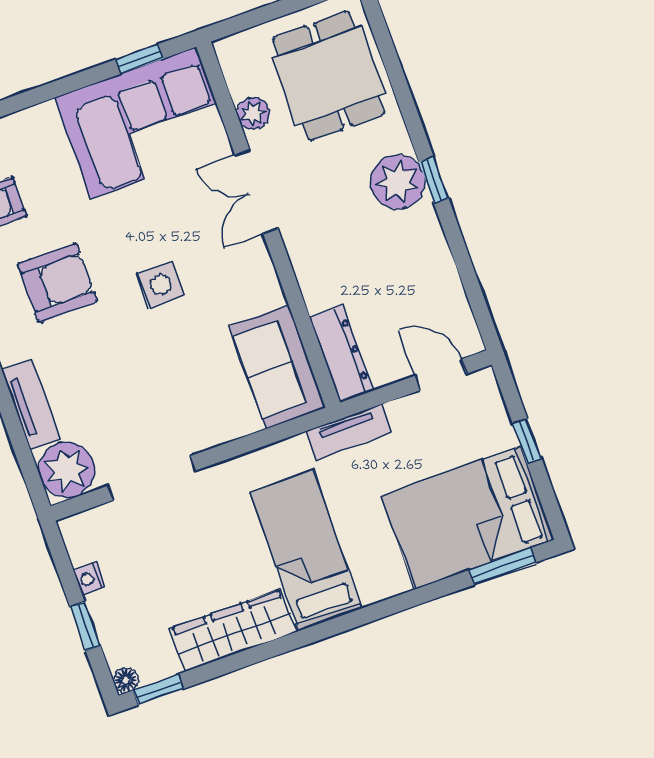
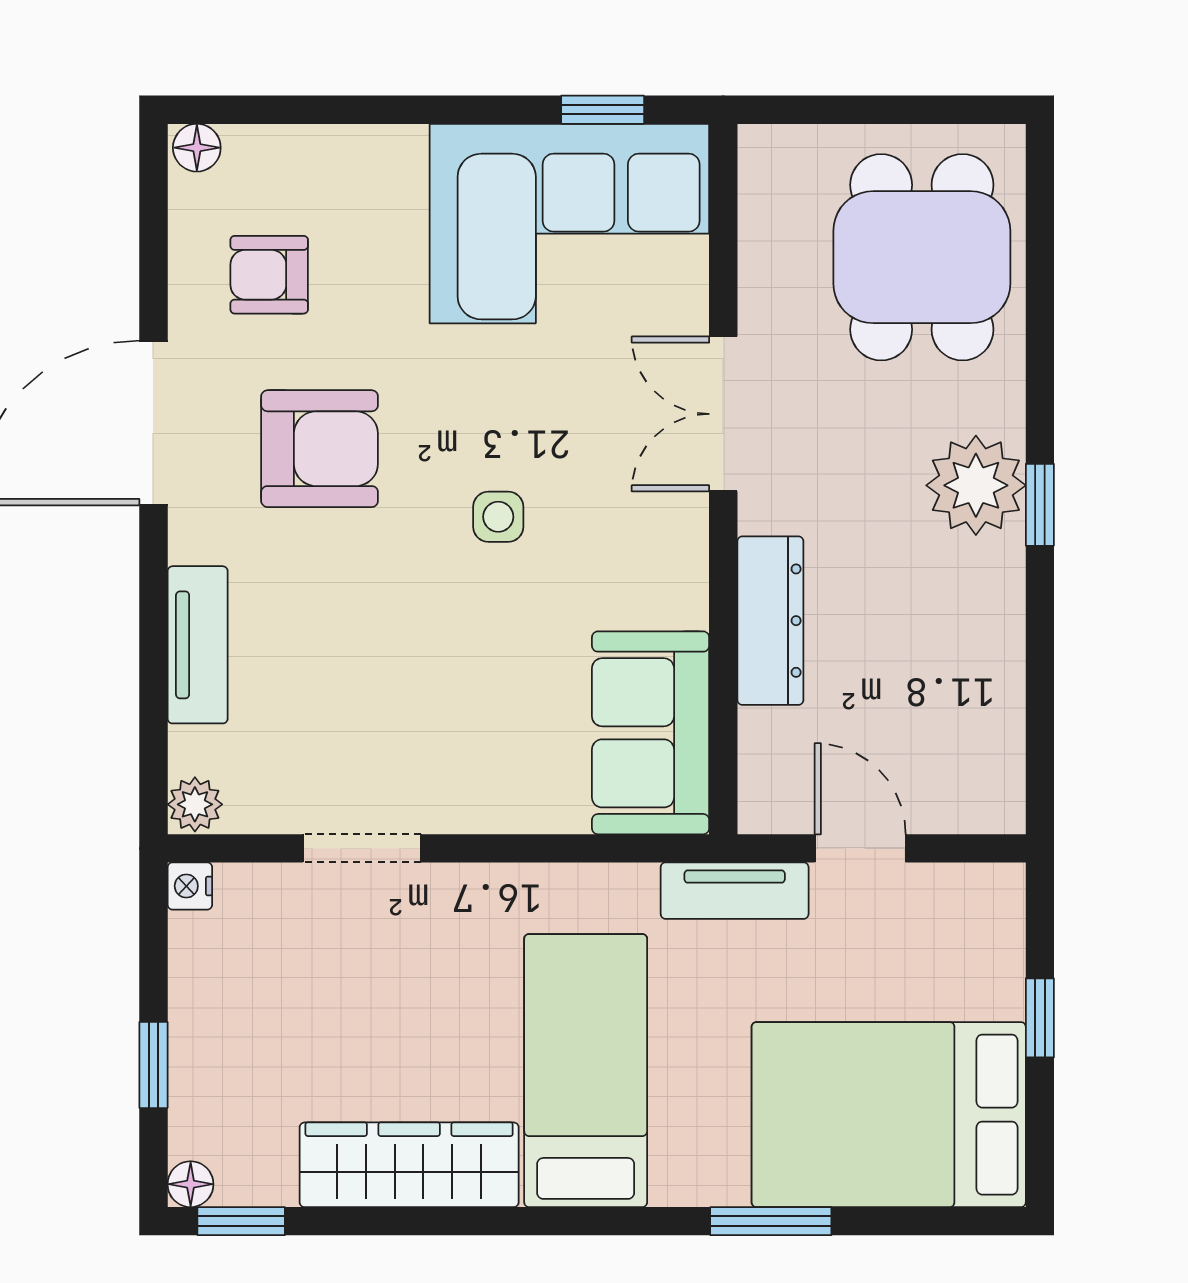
plant: (253, 113) -> (767, 275), removed
side table: (161, 285) -> (498, 517), width x0.73, depth x0.73
dresser: (341, 354) -> (770, 621), moved
door: (441, 375) -> (860, 848), moved
plant: (67, 470) -> (195, 804), width x0.53, depth x0.53
doorway: (152, 478) -> (362, 848), width x0.73
window: (502, 566) -> (771, 1221), moved
nightstand: (89, 579) -> (190, 886), moved

